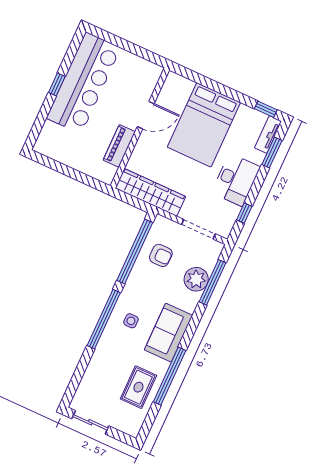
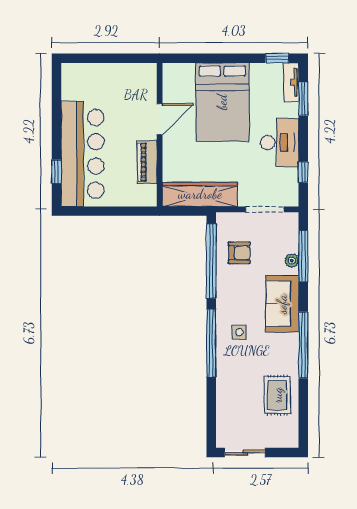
bar counter: (84, 83) -> (82, 154), moved
window: (57, 84) -> (56, 172), moved
plant: (196, 279) -> (292, 261), width x0.53, depth x0.53
sofa: (168, 333) -> (282, 304), moved
window: (170, 376) -> (303, 345), moved

